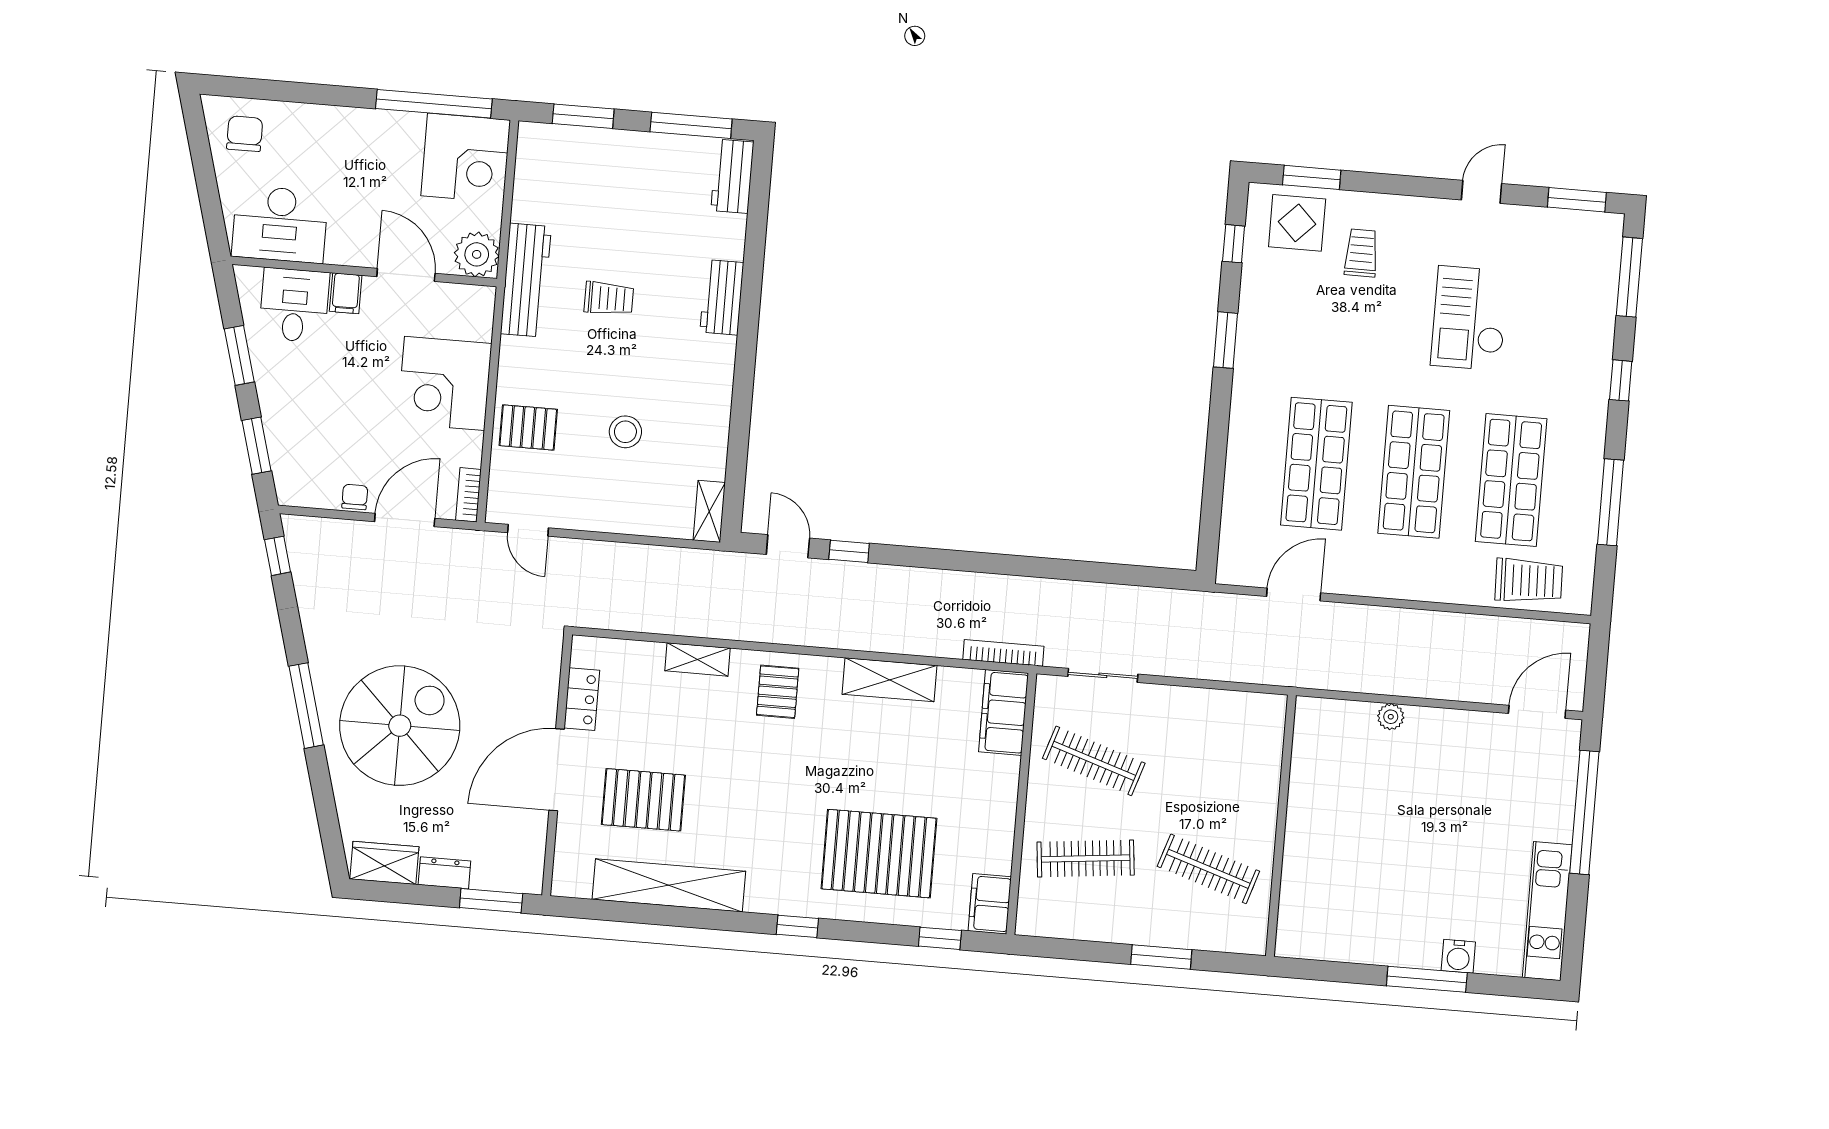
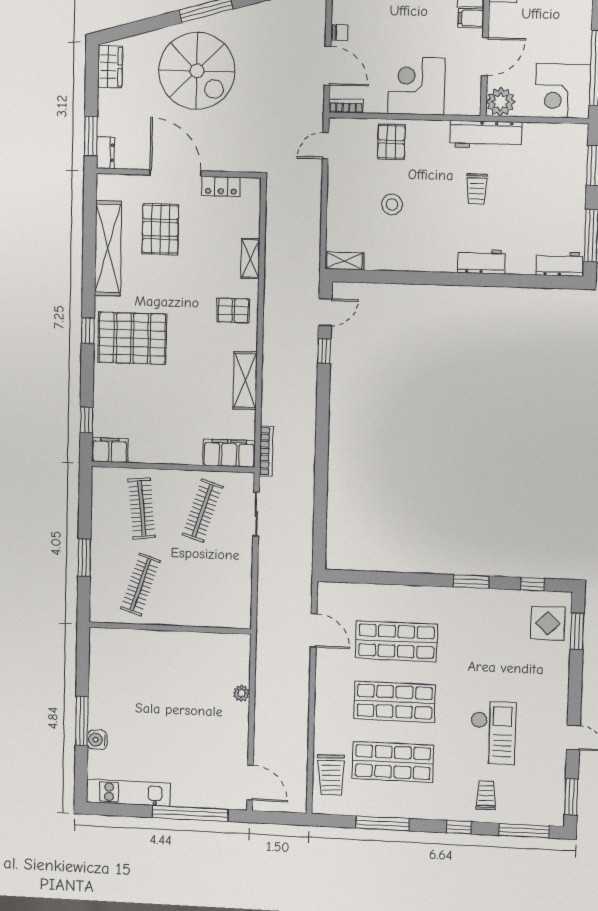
trolley: (1361, 253) -> (486, 795), moved, turned -90
checkout: (1469, 318) -> (493, 733), turned 90
pallet: (879, 854) -> (132, 338), moved, turned 90
dresser: (444, 873) -> (105, 153), moved

